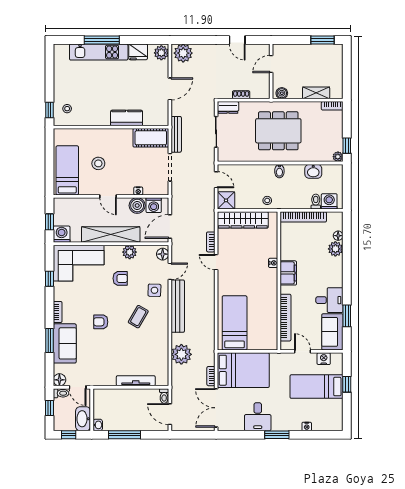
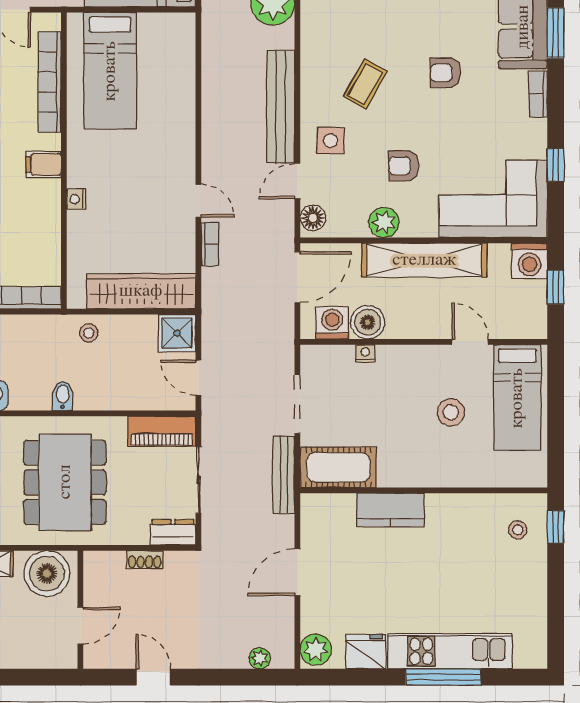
plant: (183, 53) -> (260, 658), width x0.53, depth x0.53
boiler: (282, 93) -> (47, 573), width x1.86, depth x1.86
dining table: (278, 131) -> (65, 482), turned 90
piano: (233, 155) -> (162, 431), added
door: (108, 196) -> (470, 342), moved
filing cabinet: (288, 273) -> (44, 164), width x0.50
armchair: (101, 322) -> (446, 73), turned 180
bed: (235, 323) -> (110, 71), moved

